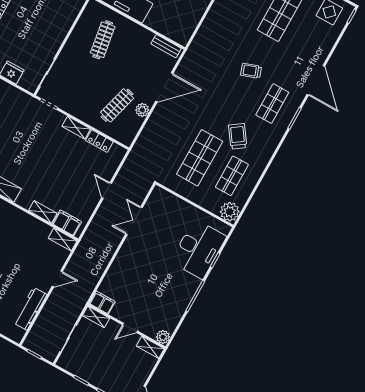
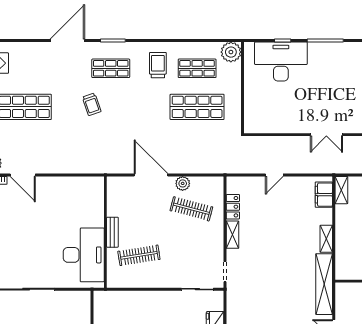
bench: (166, 46) -> (112, 232), moved
trolley: (238, 136) -> (158, 65), moved, turned 125
shelving: (43, 212) -> (326, 239), moved
double door: (134, 221) -> (326, 135), moved

